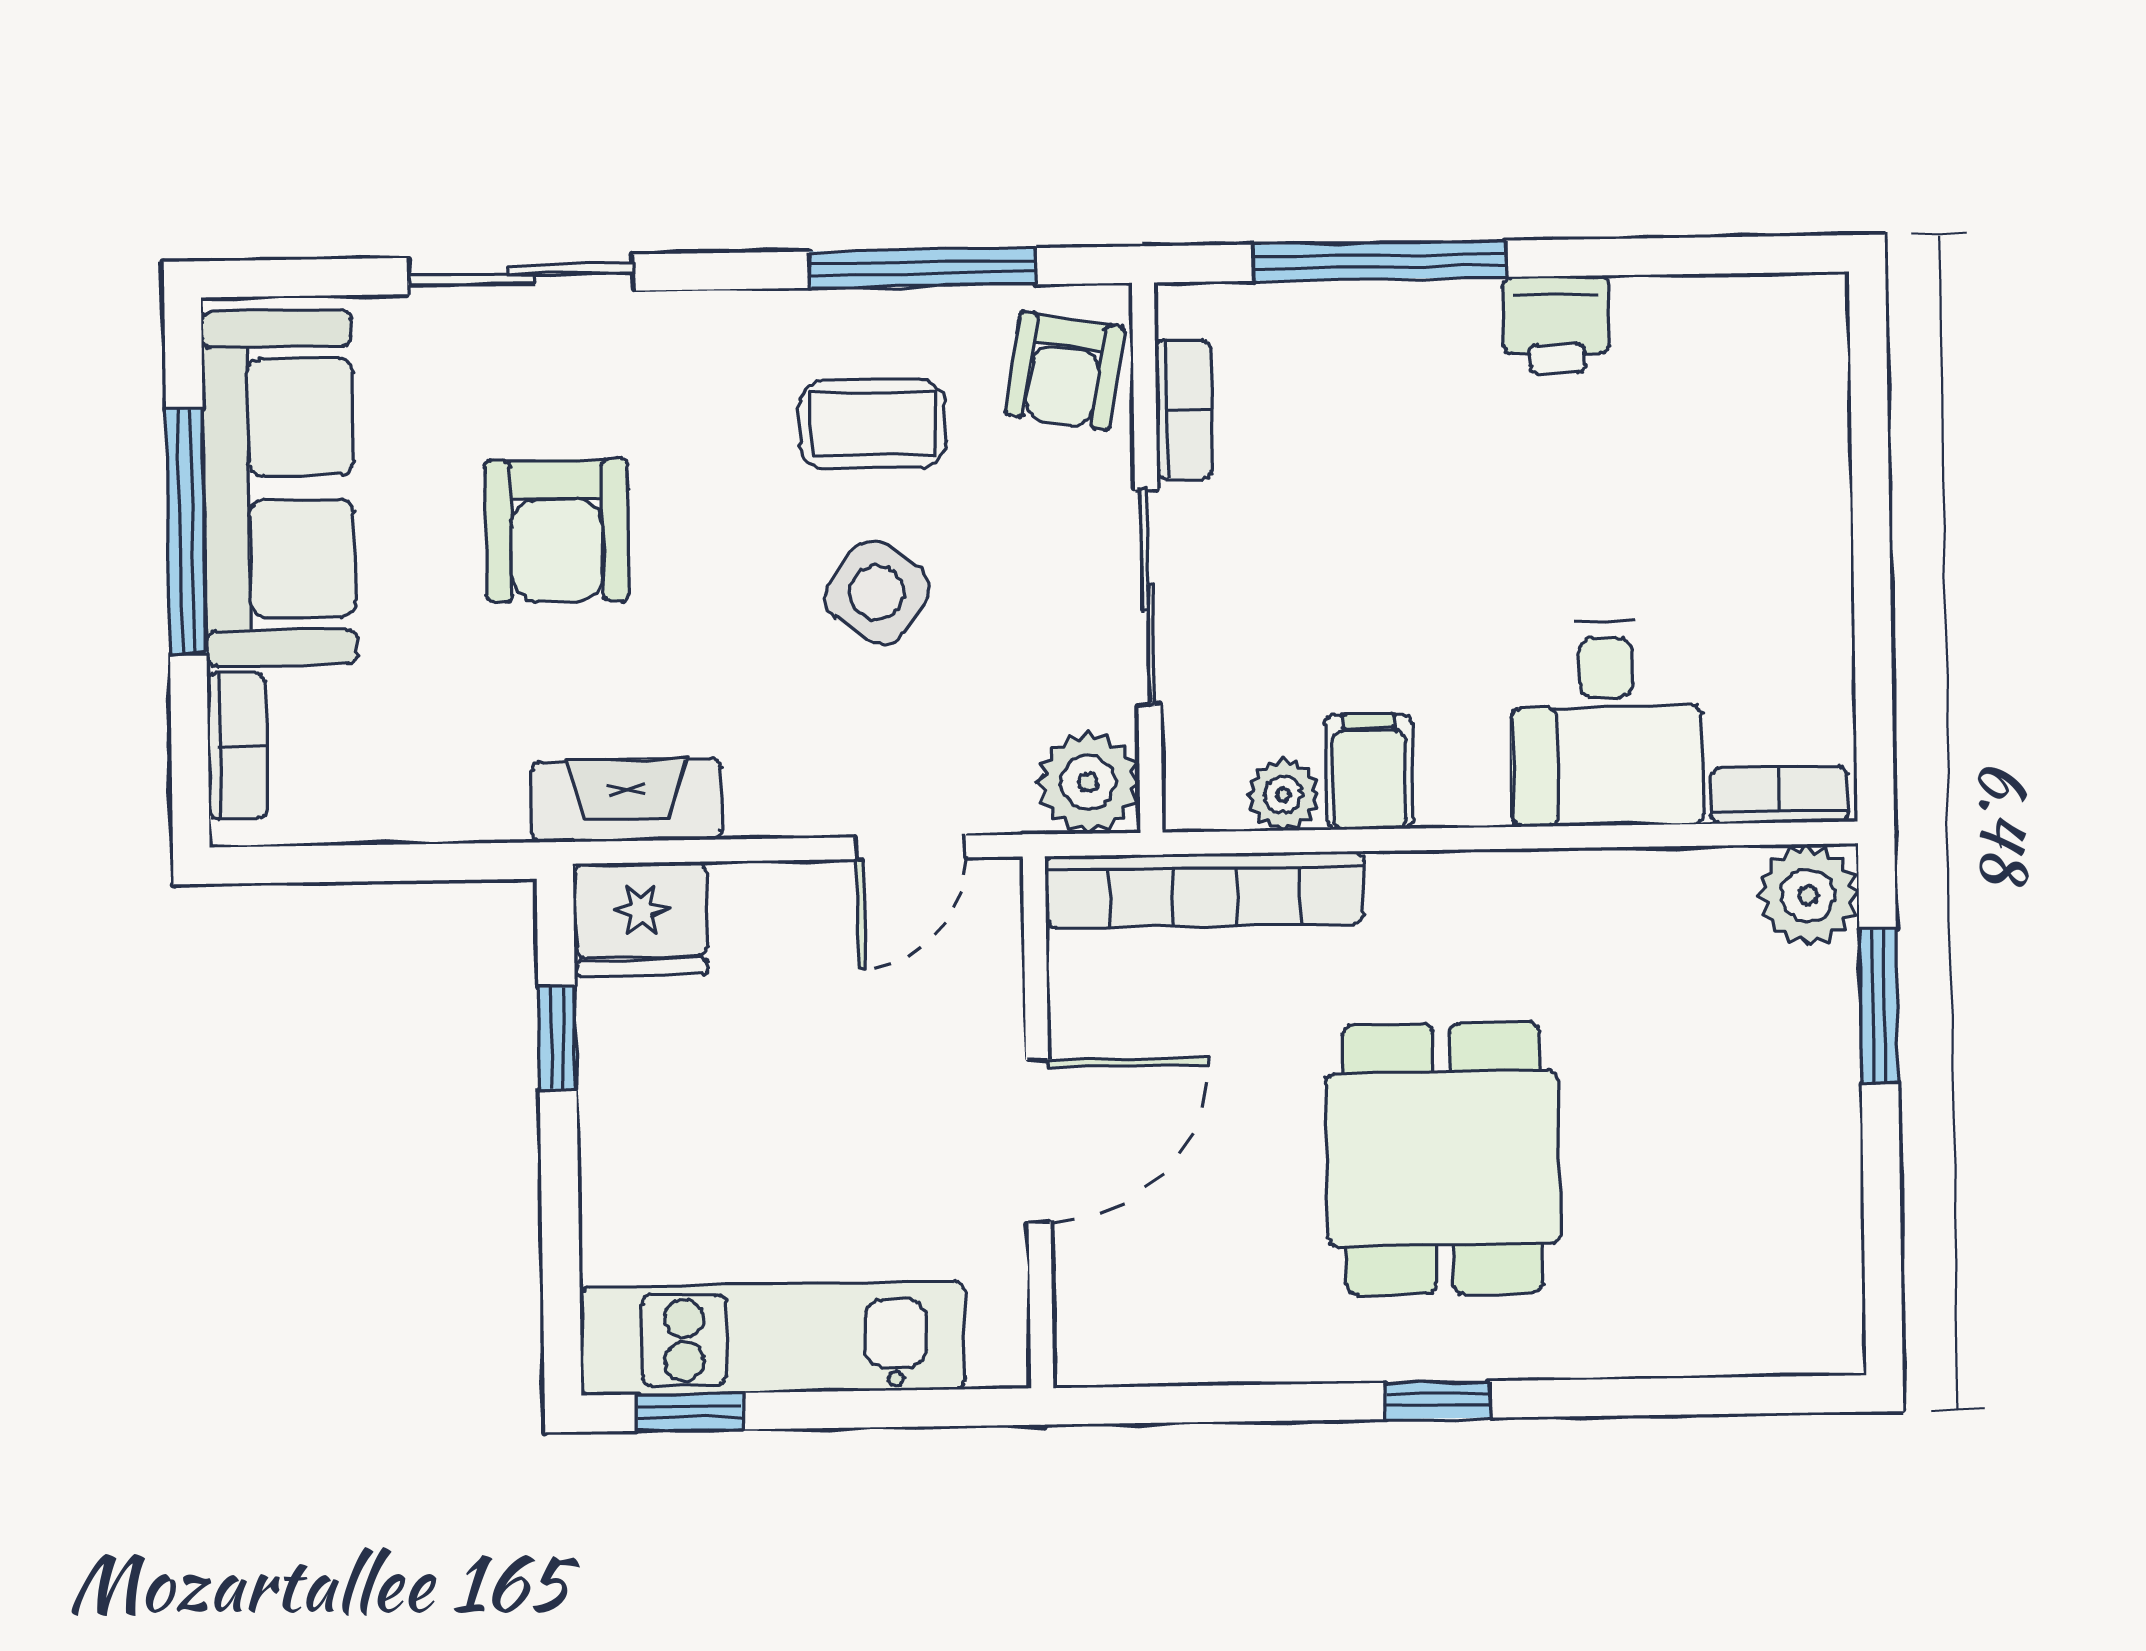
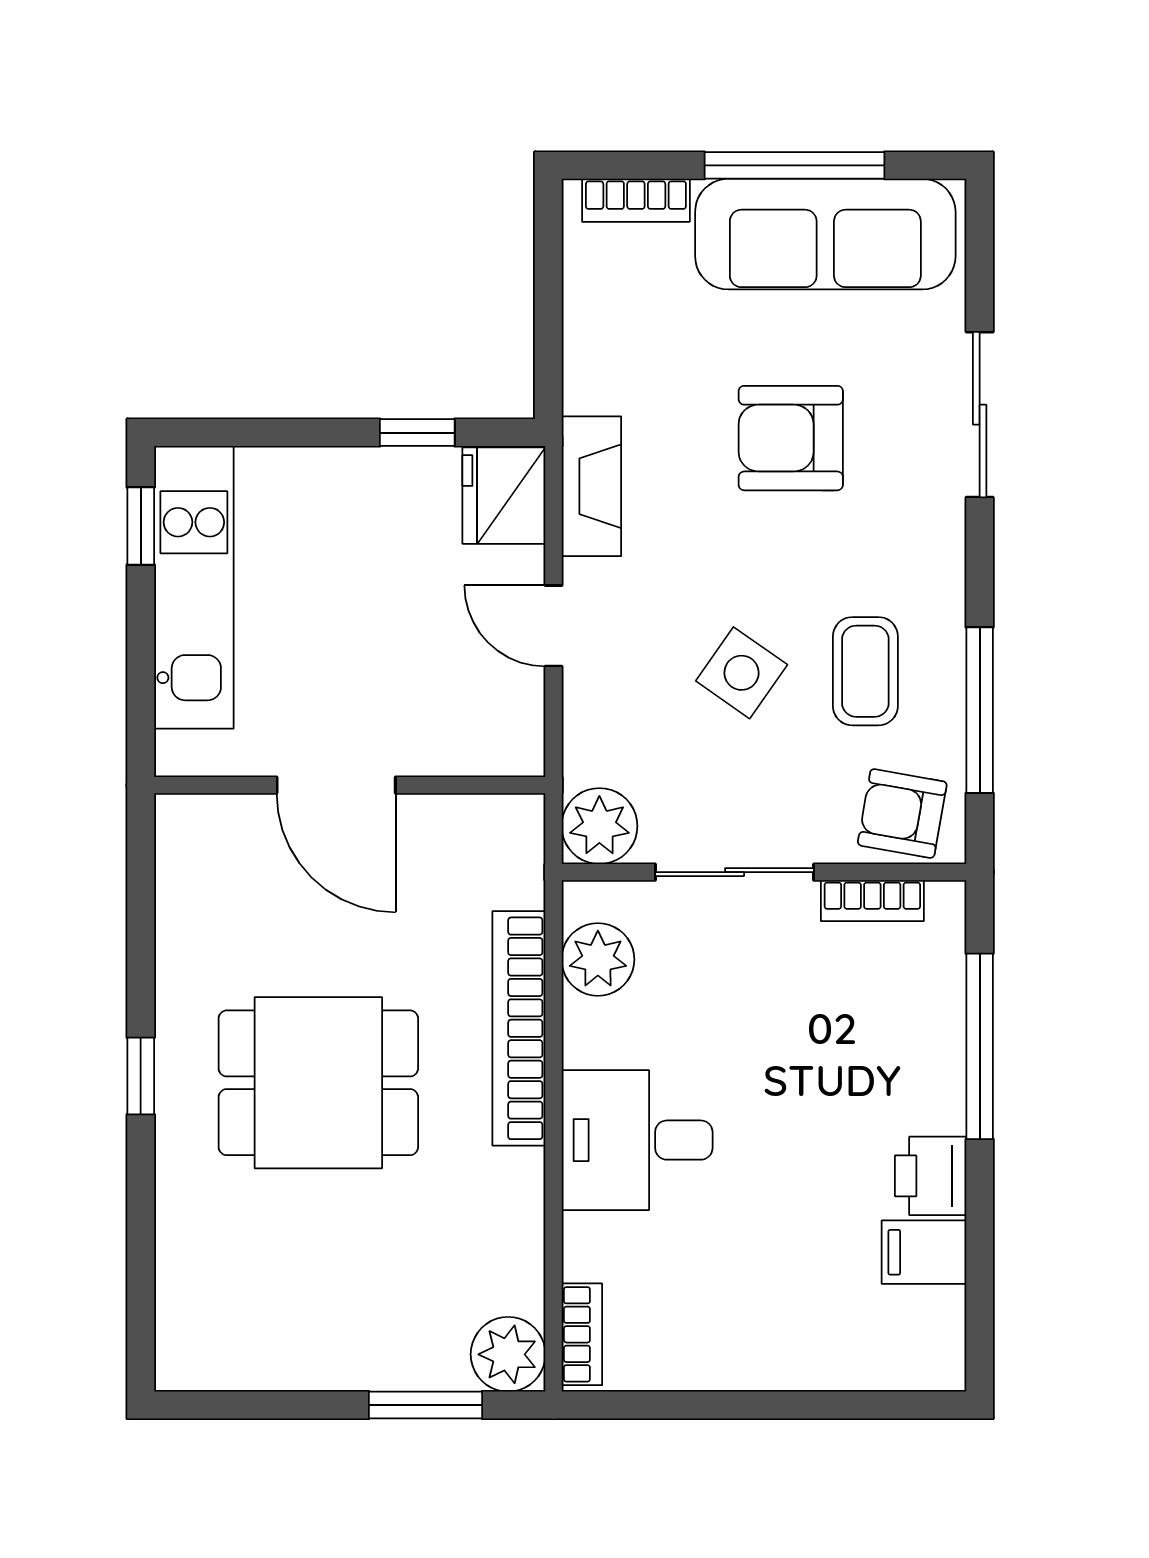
desk: (1607, 723) -> (637, 1140), moved
filing cabinet: (1369, 772) -> (924, 1252), moved, turned 180
plant: (1283, 795) -> (598, 959), width x1.38, depth x1.38
door: (911, 847) -> (553, 626), moved
bookcase: (1205, 890) -> (519, 1028), moved

